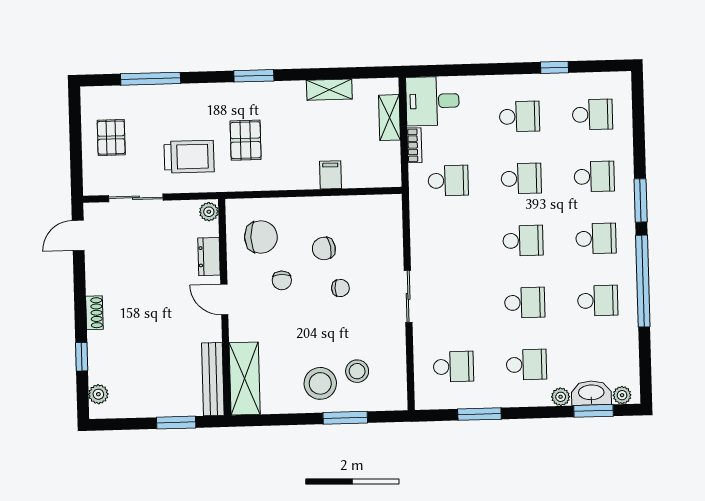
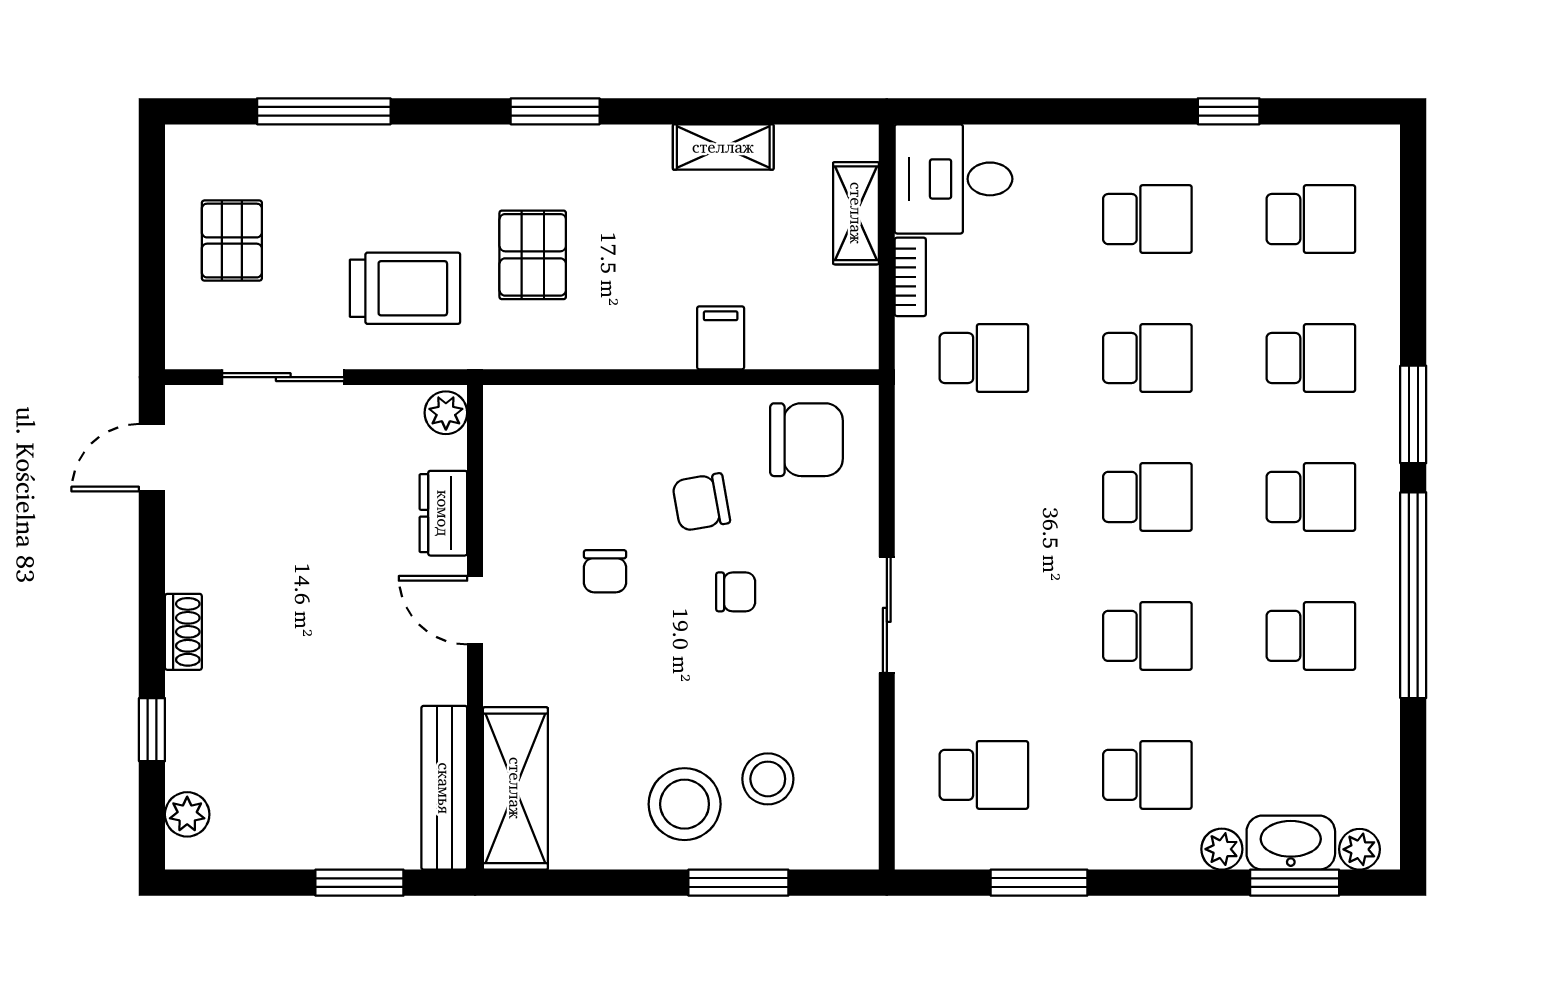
chair: (261, 237) -> (807, 440), moved

